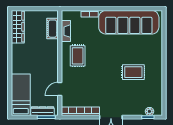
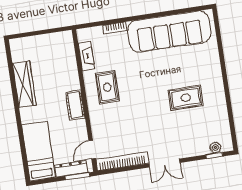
wardrobe: (18, 27) -> (24, 84), moved
cot: (53, 29) -> (75, 105), moved
door: (60, 89) -> (92, 150), moved

